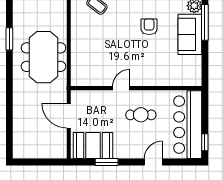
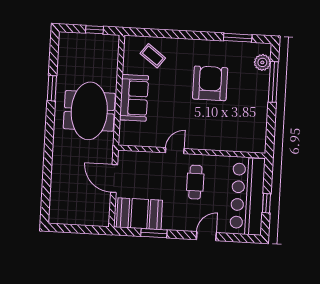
armchair: (149, 27) -> (210, 83), width x1.88, depth x1.88
sofa: (190, 34) -> (134, 98), moved, turned 180
cafe table: (141, 115) -> (195, 182), turned 90
window: (205, 142) -> (266, 203), moved

